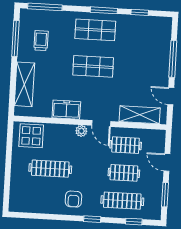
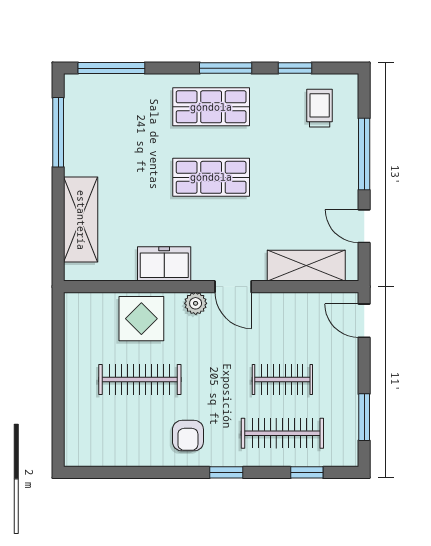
trolley: (41, 41) -> (320, 108), moved
display table: (31, 136) -> (141, 319), moved
clothes rail: (126, 145) -> (282, 326), removed
door: (167, 162) -> (364, 321), moved

